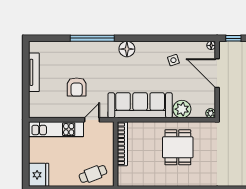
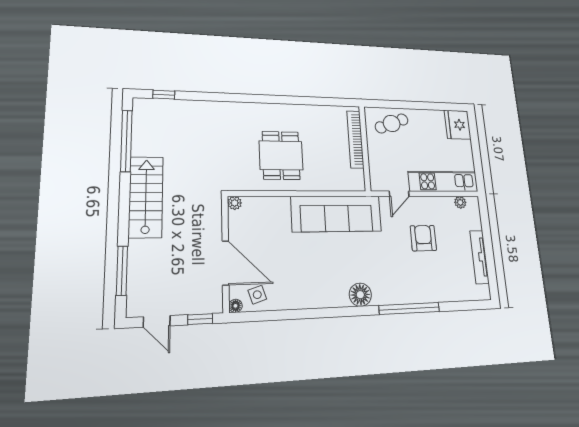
side table: (173, 60) -> (257, 295), moved
plant: (182, 109) -> (460, 202), moved, width x0.53, depth x0.53
bookcase: (122, 144) -> (355, 139), moved

